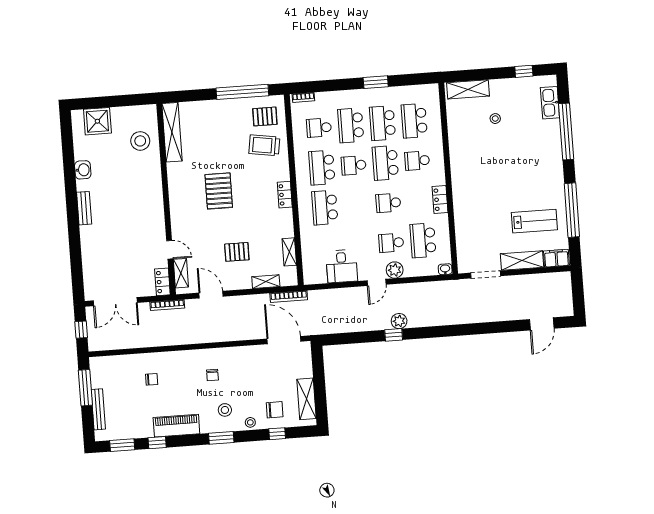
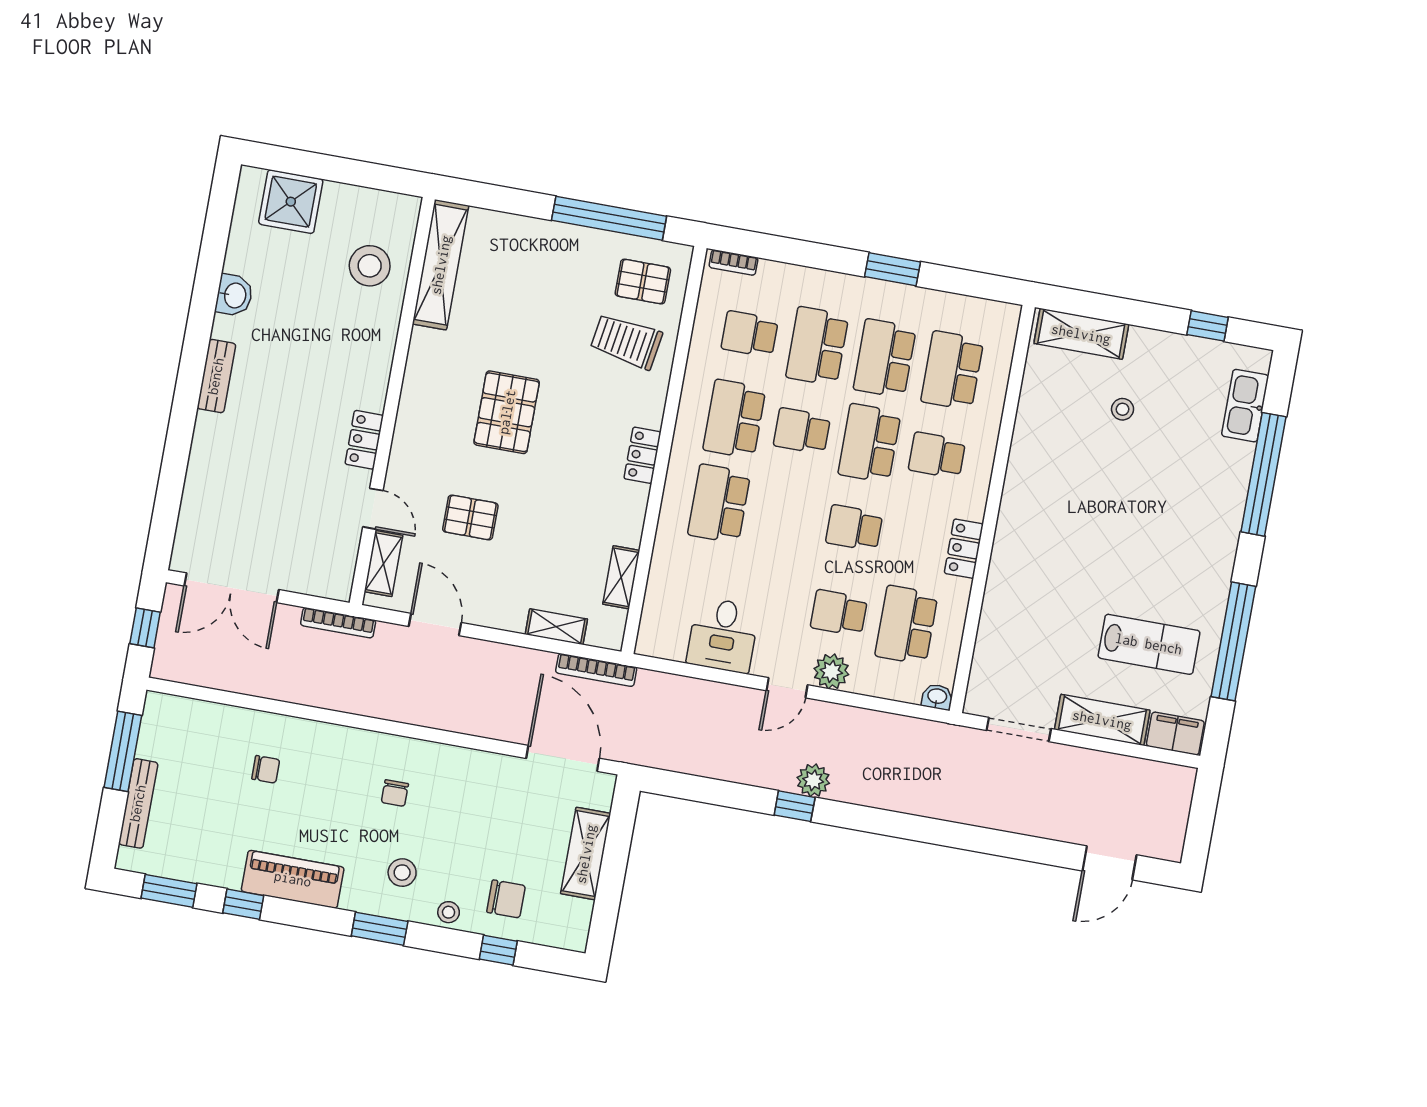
pallet: (237, 252) -> (470, 517), moved
locker: (162, 282) -> (364, 440), moved
shelving: (307, 399) -> (586, 854), moved

